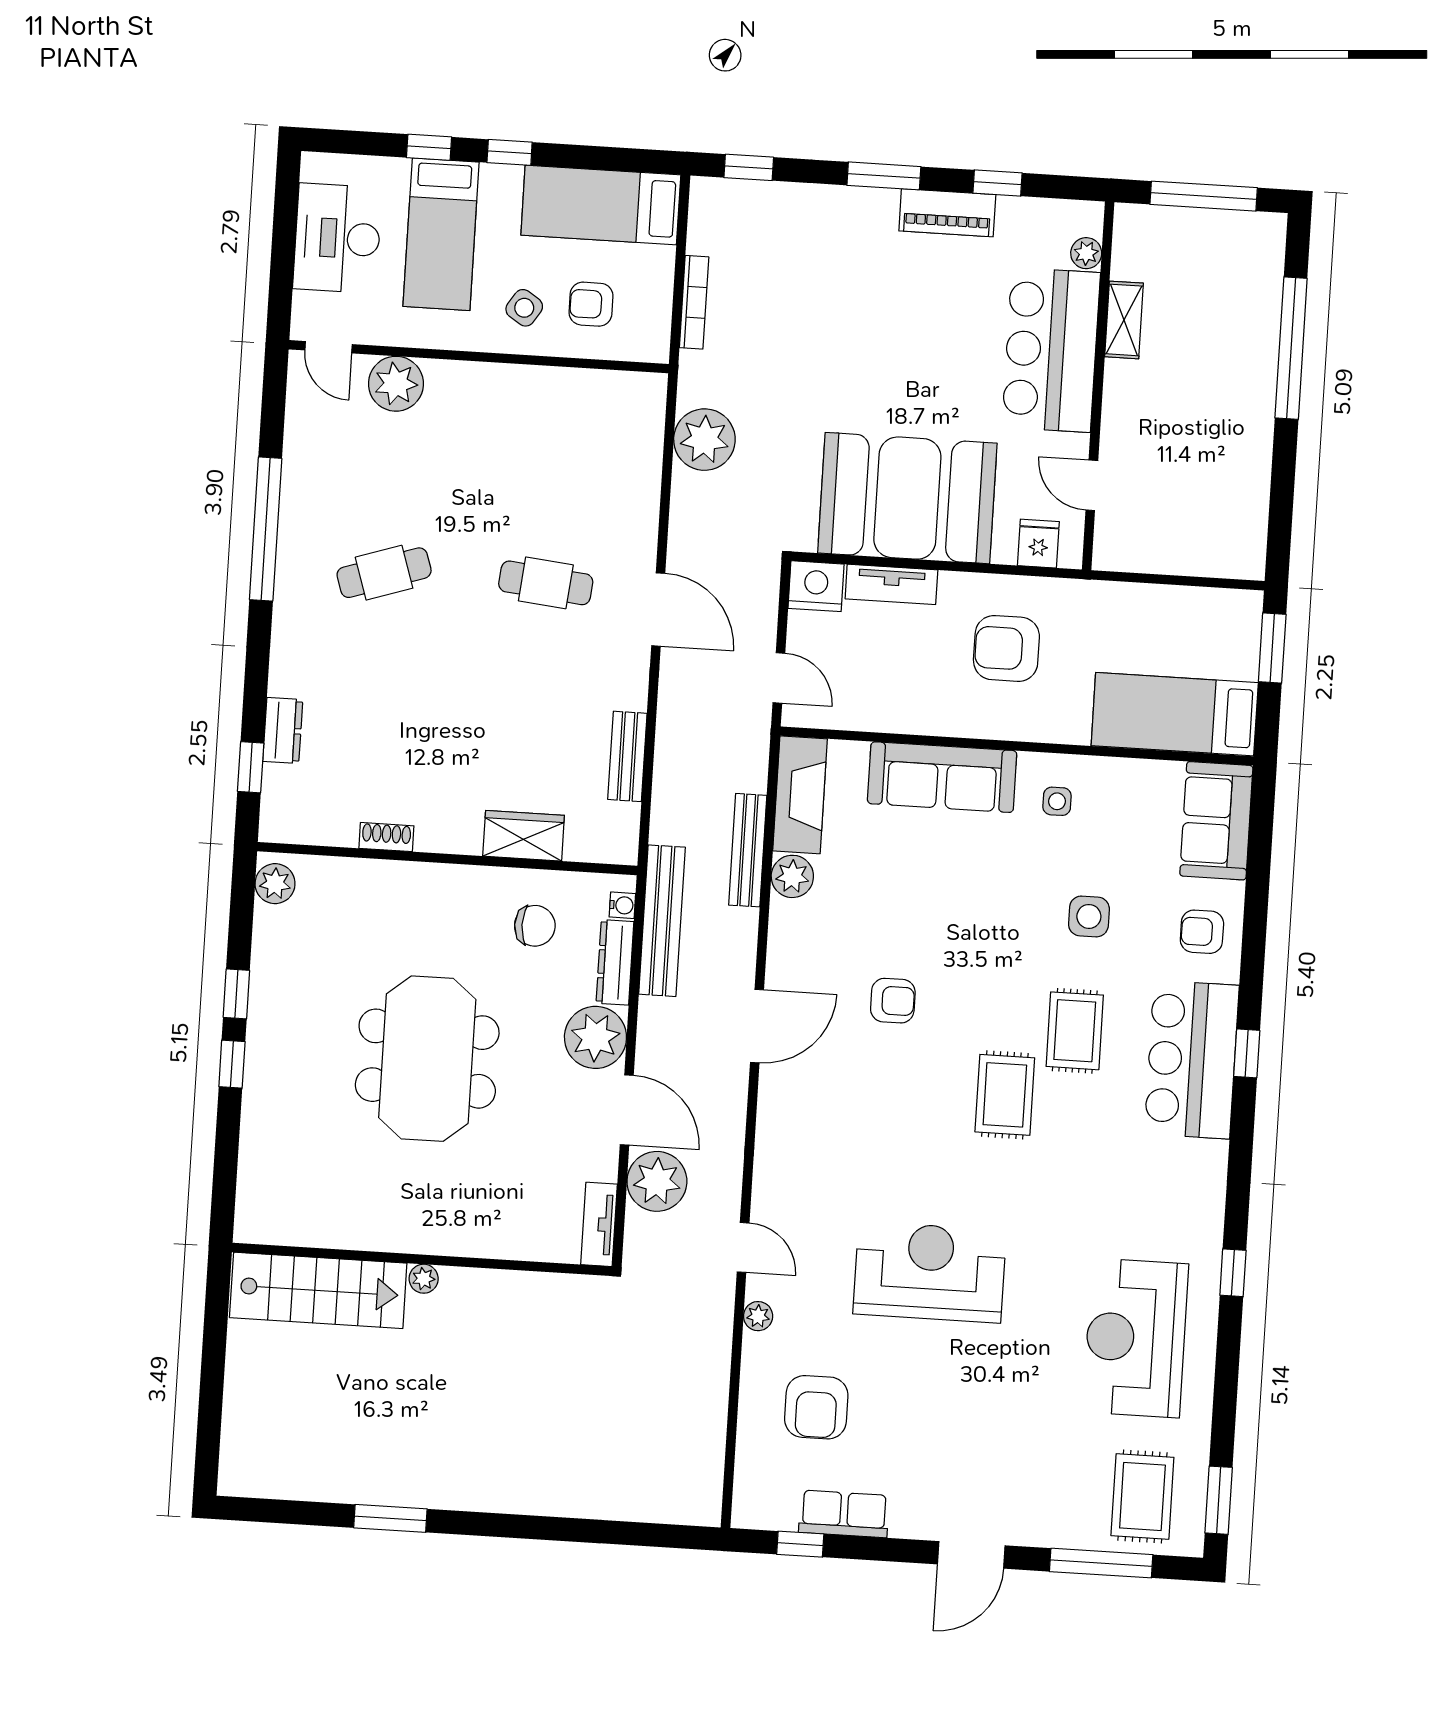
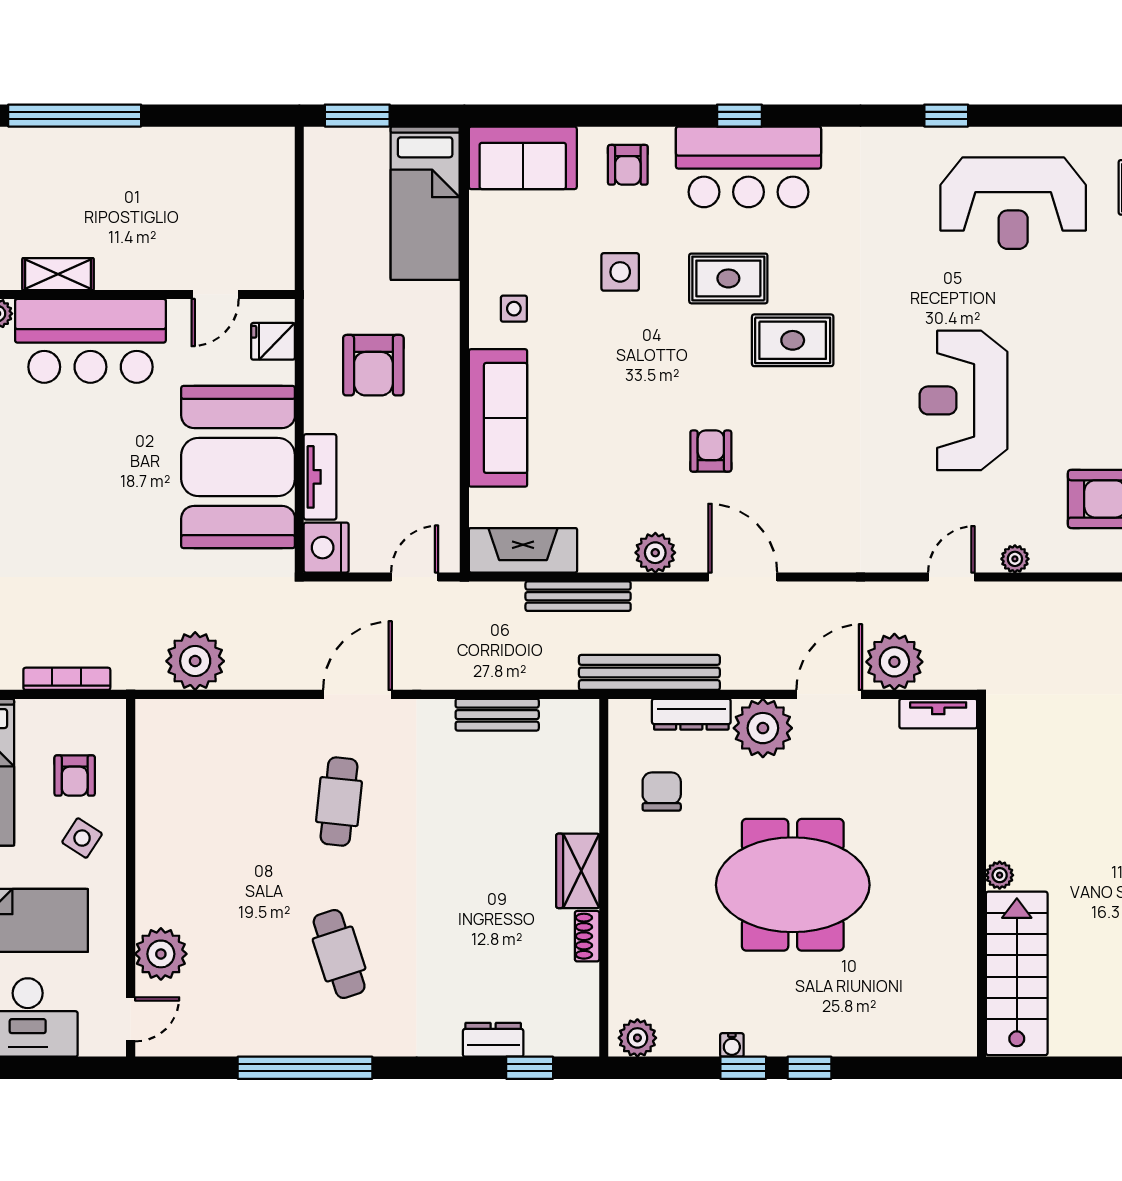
wardrobe: (524, 836) -> (578, 871), moved
plant: (792, 876) -> (655, 553), moved
water cooler: (622, 905) -> (732, 1045), moved, turned 180

